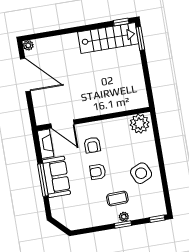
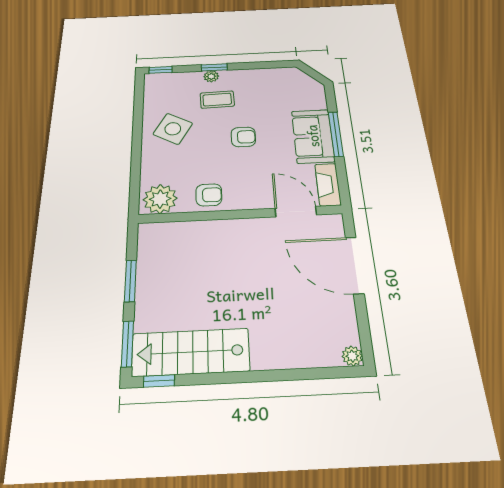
window: (146, 72) -> (130, 281), added
door: (25, 75) -> (355, 265), moved
armchair: (92, 145) -> (209, 195), moved, turned 90
side table: (141, 173) -> (173, 129), turned -37

